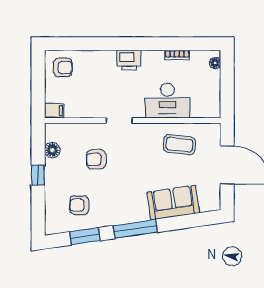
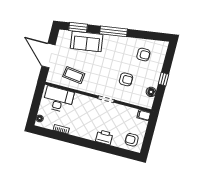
printer: (129, 60) -> (104, 137), moved
desk: (167, 101) -> (58, 99), moved
window: (85, 236) -> (78, 27), moved

